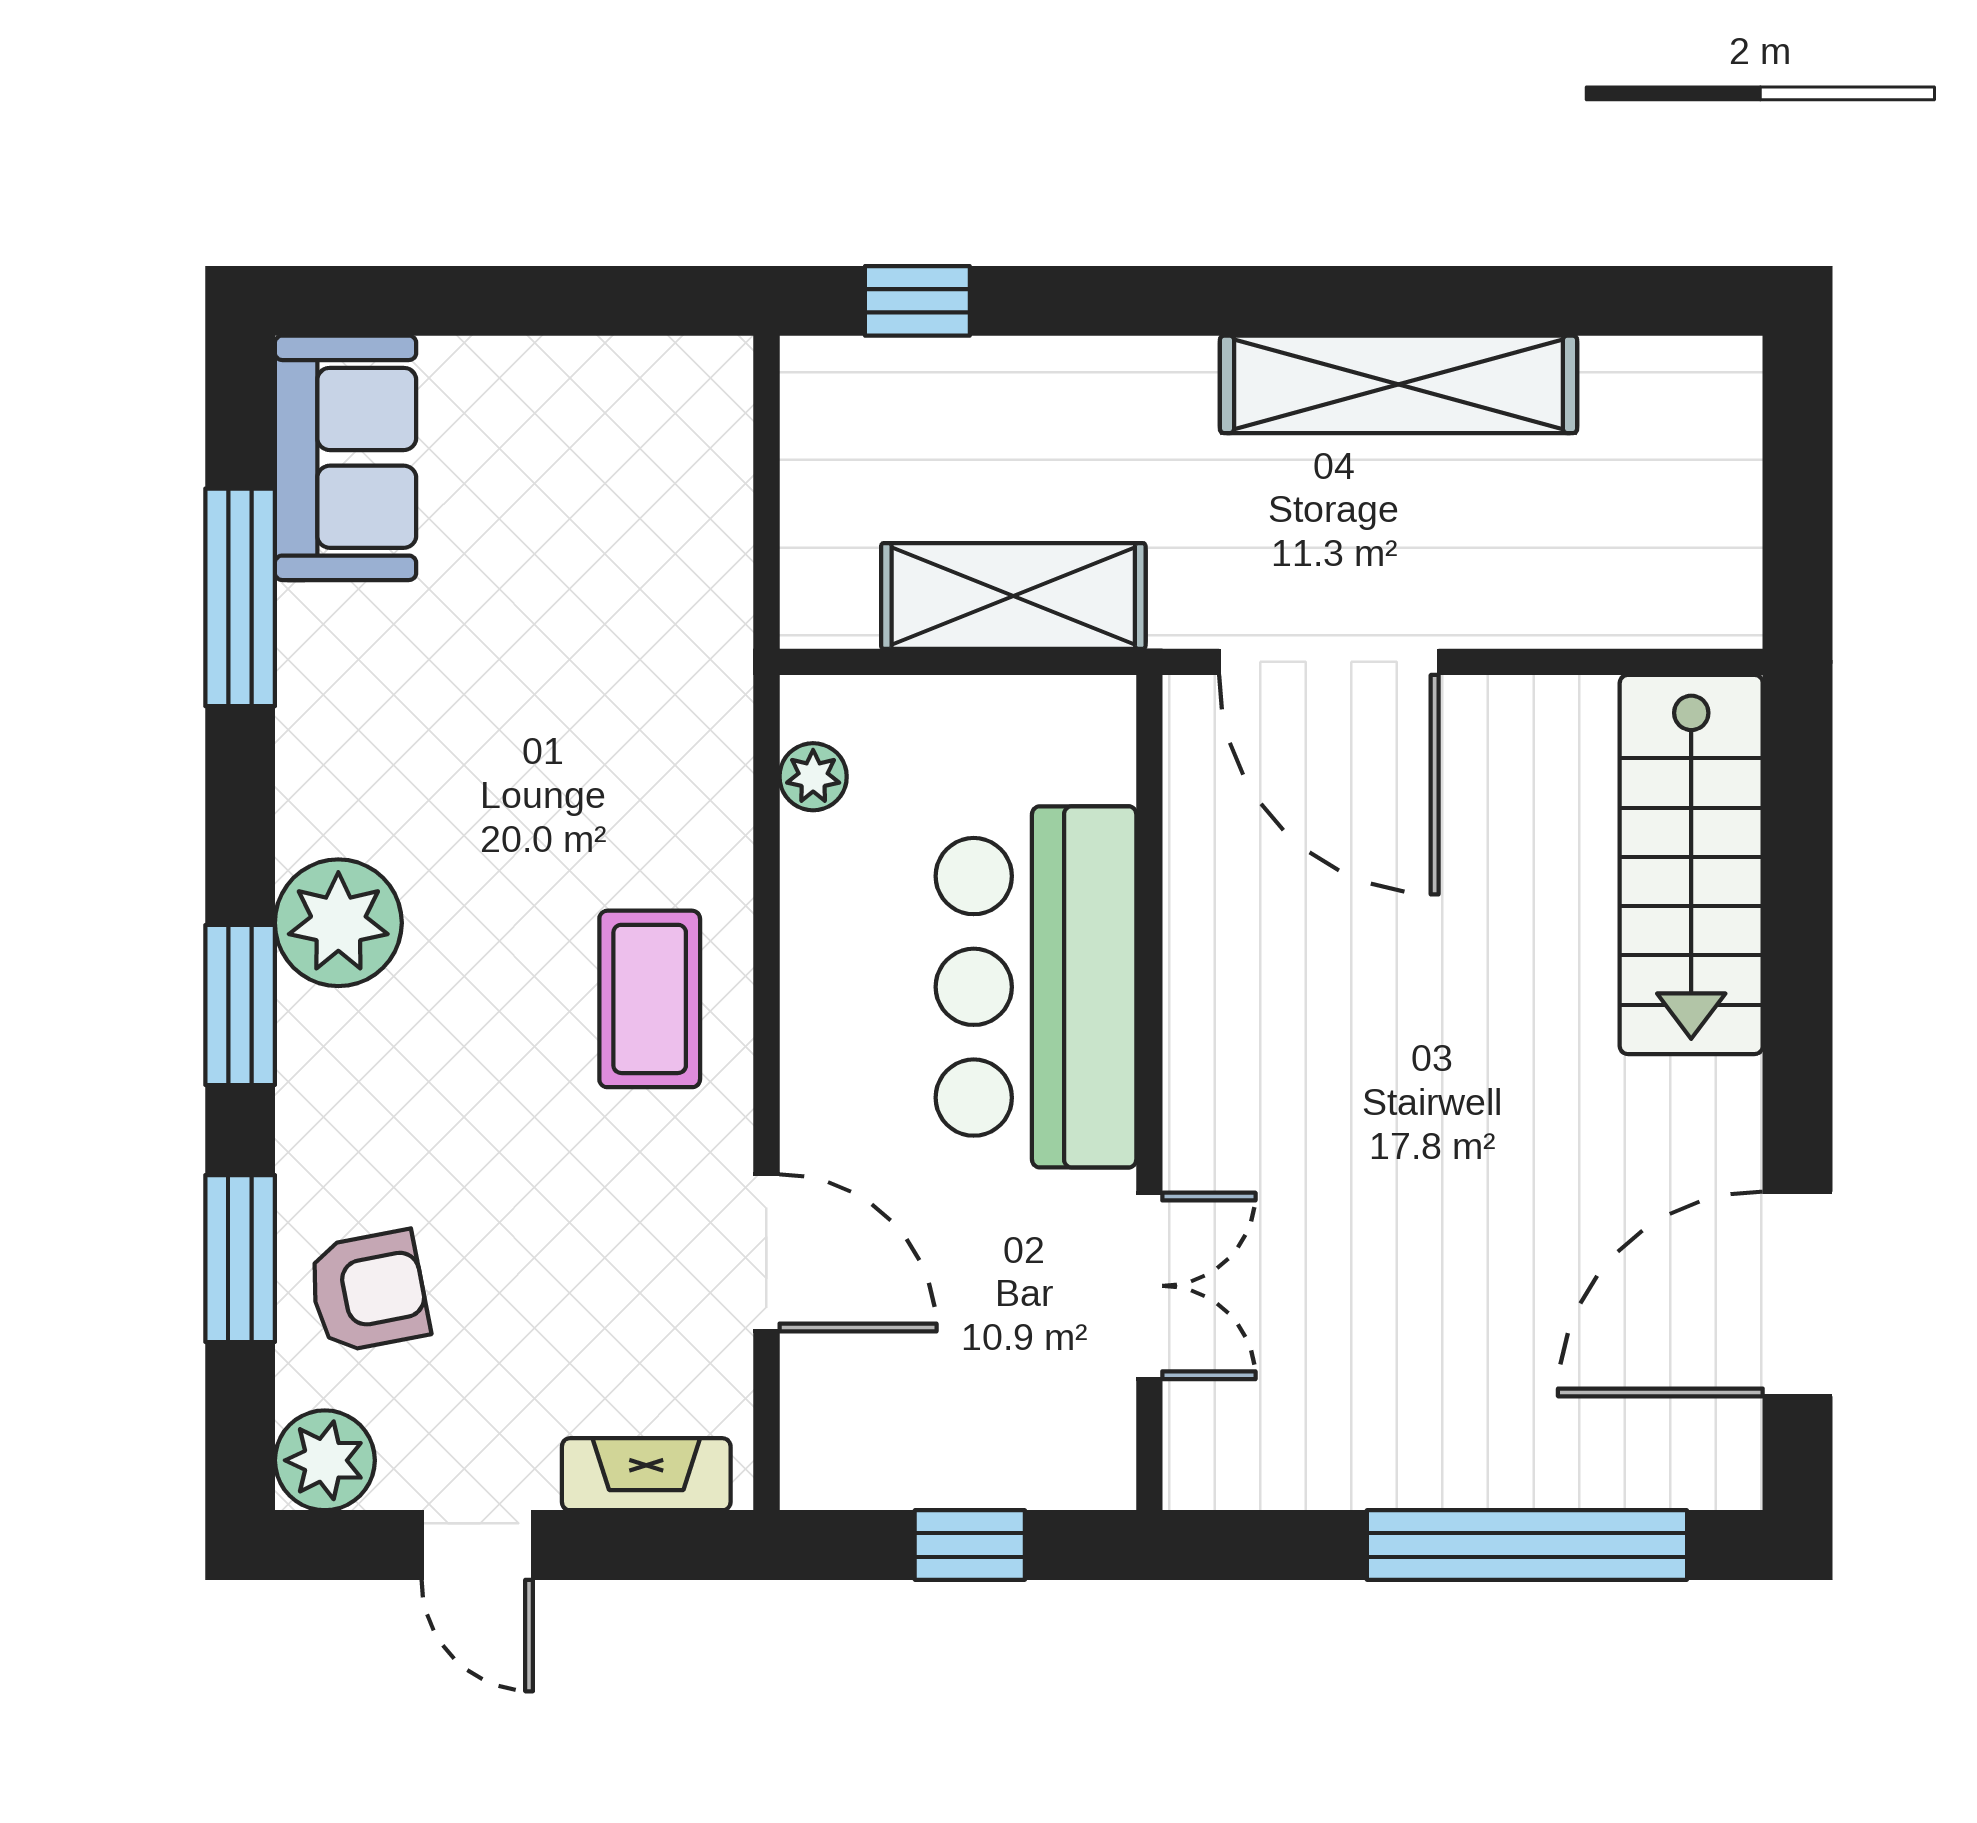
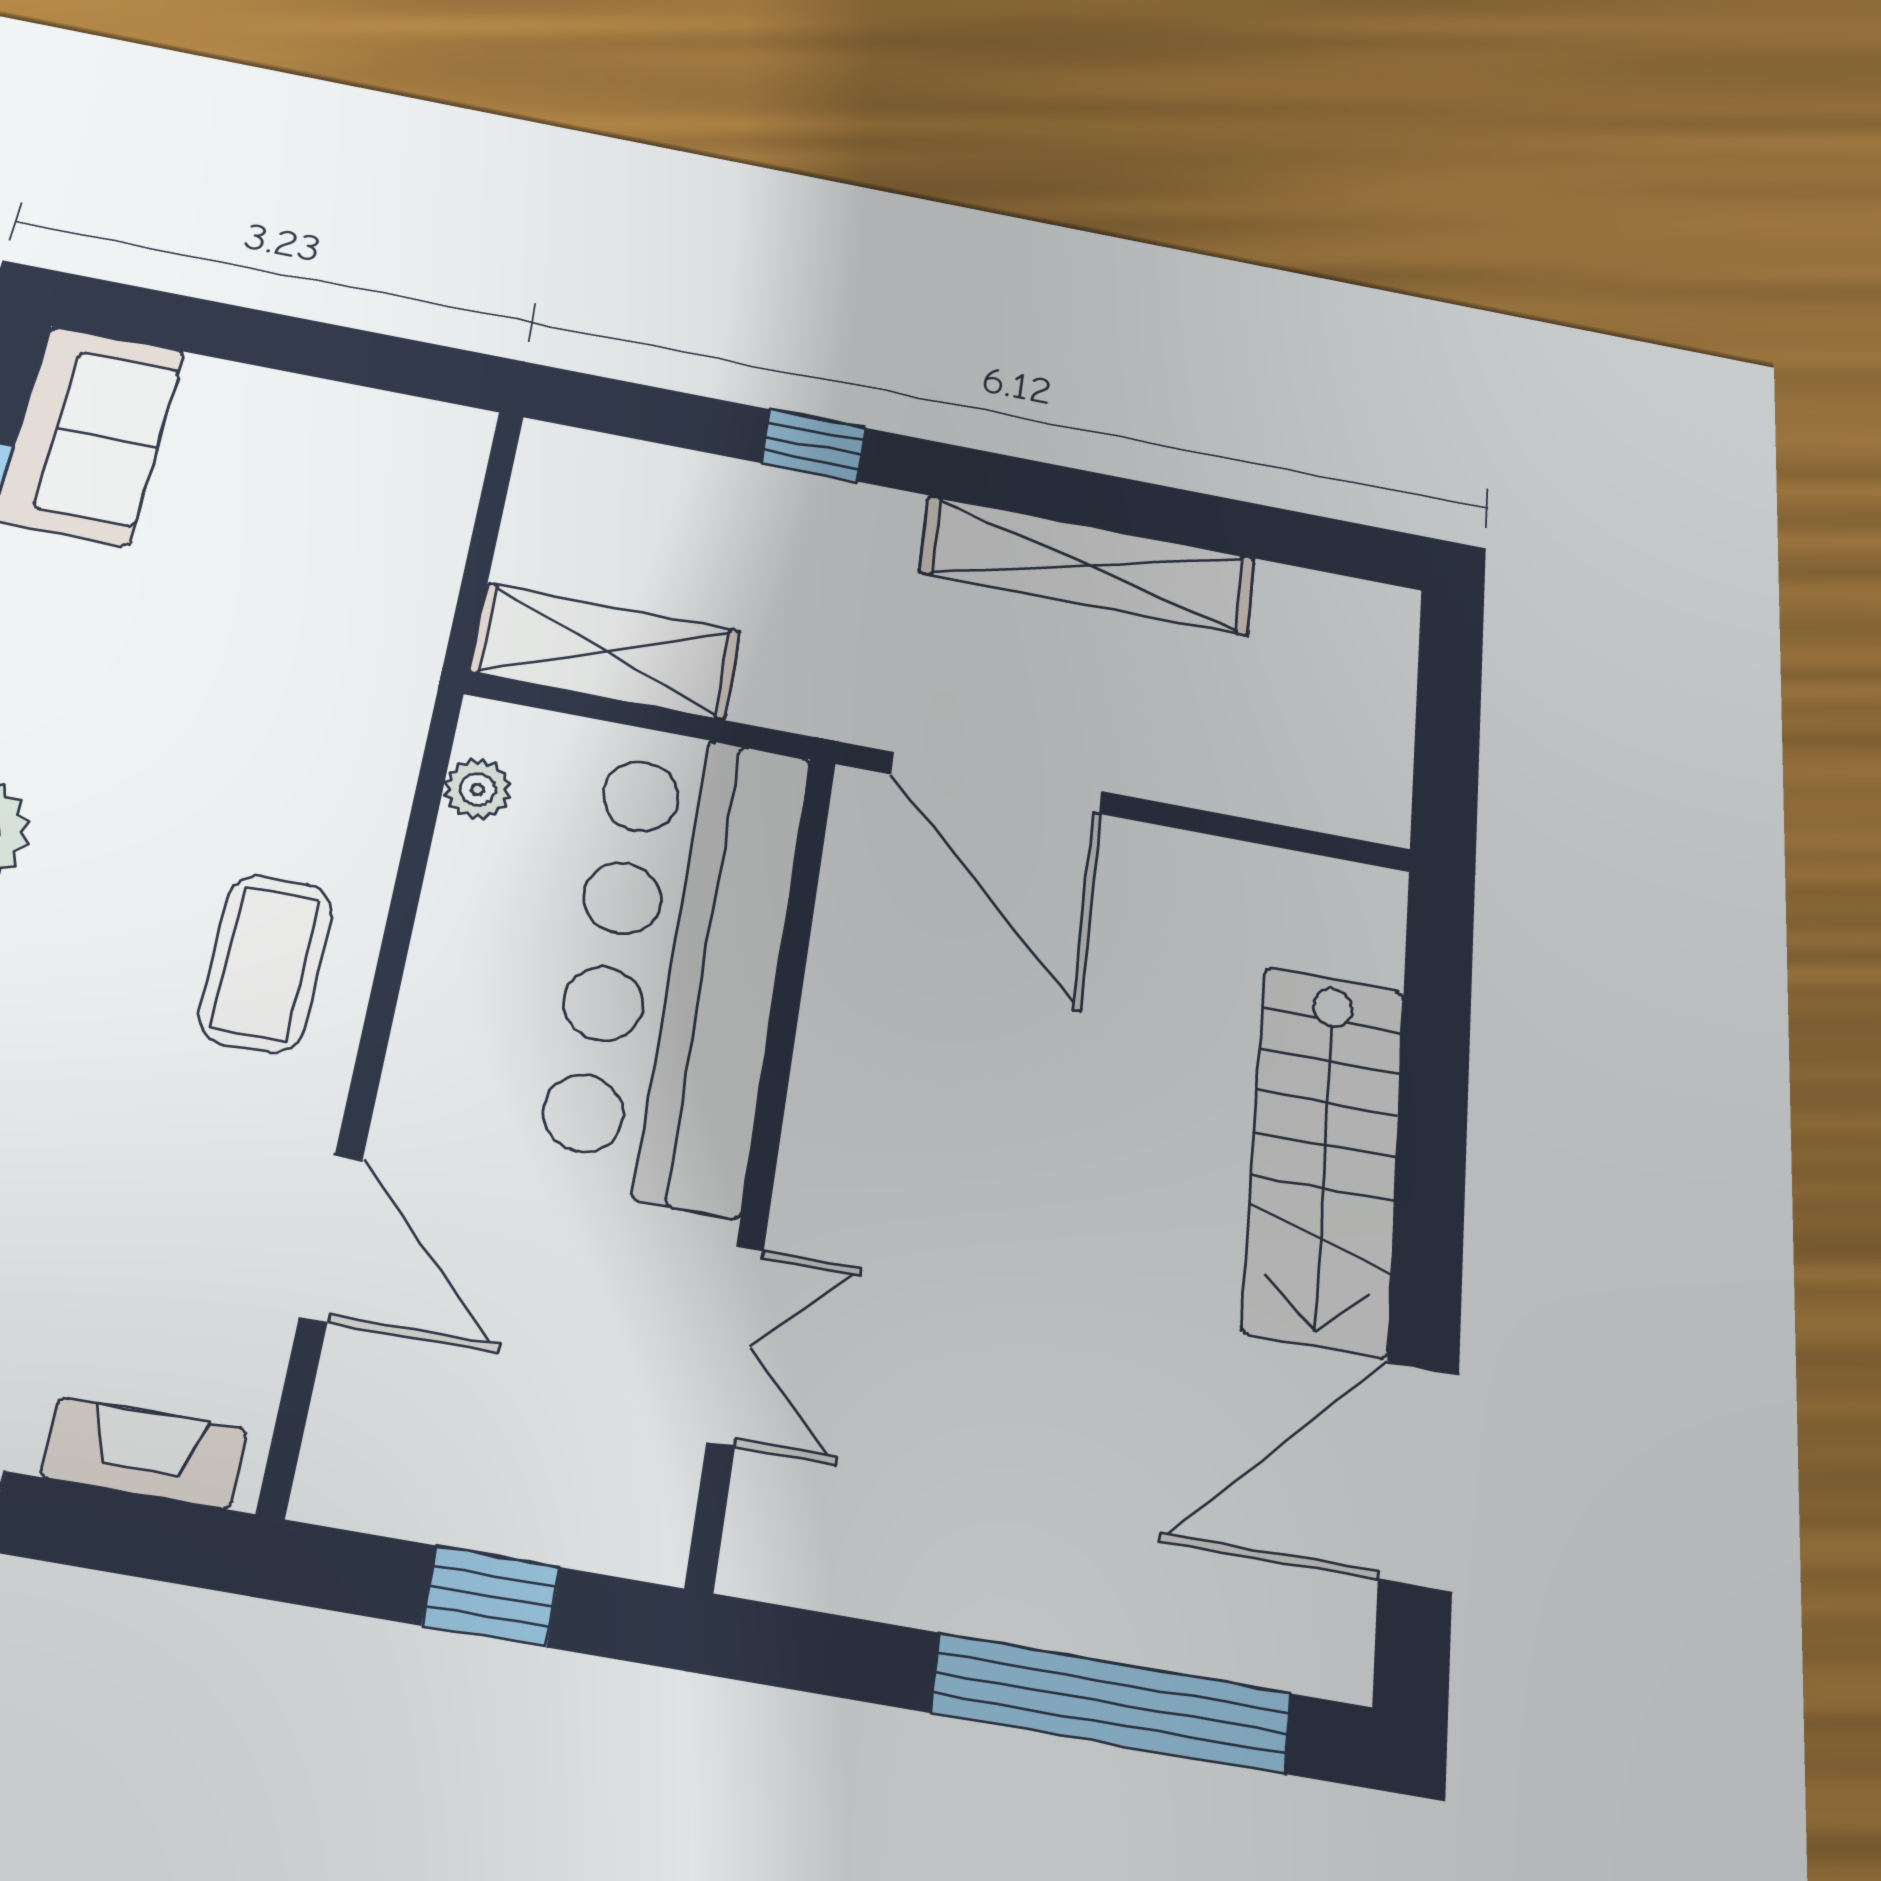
window: (917, 301) -> (814, 445), moved
shelving: (1013, 596) -> (605, 651), moved
stairs: (1691, 865) -> (1325, 1157), moved
bar counter: (1036, 987) -> (676, 962), width x1.36

